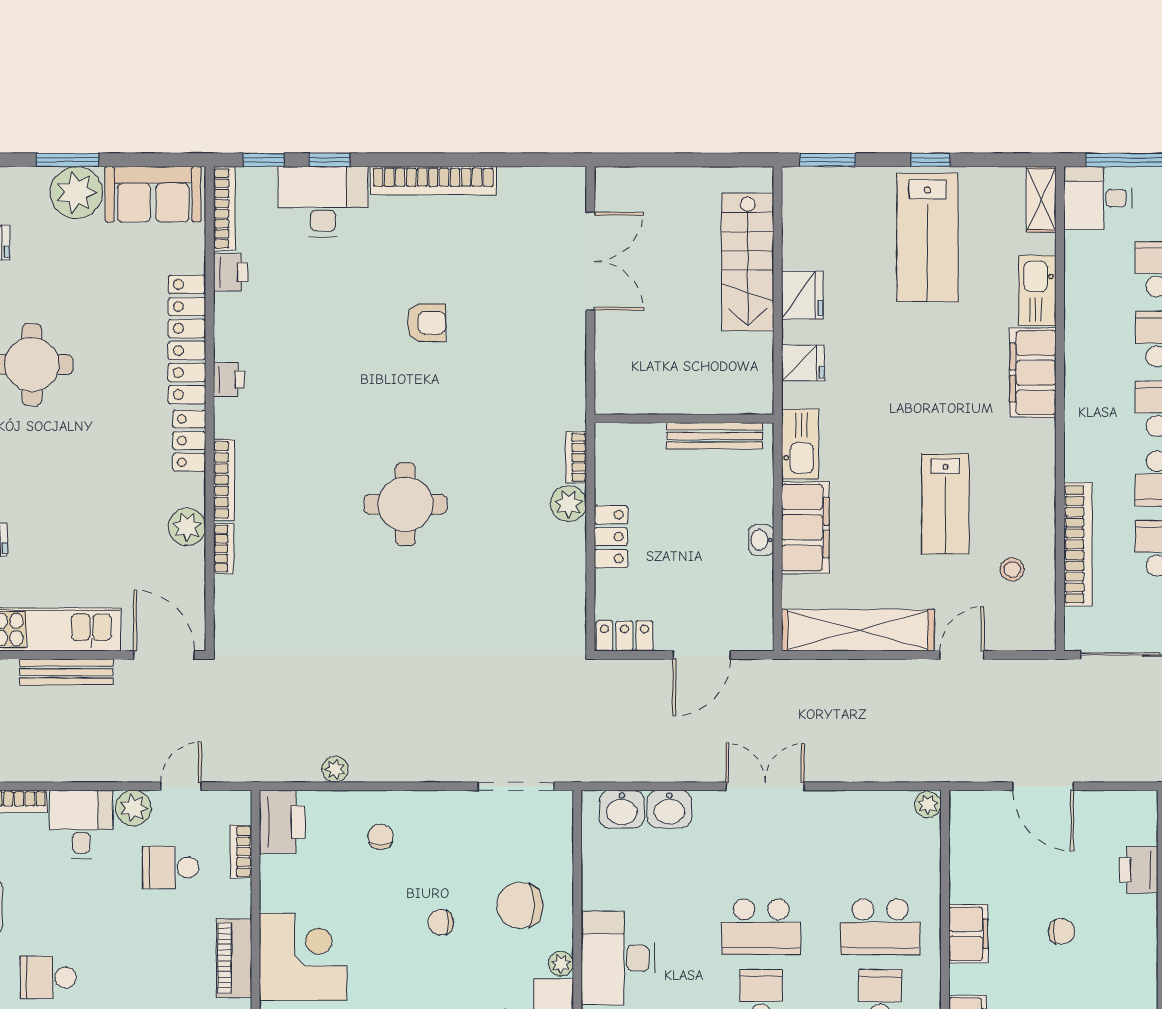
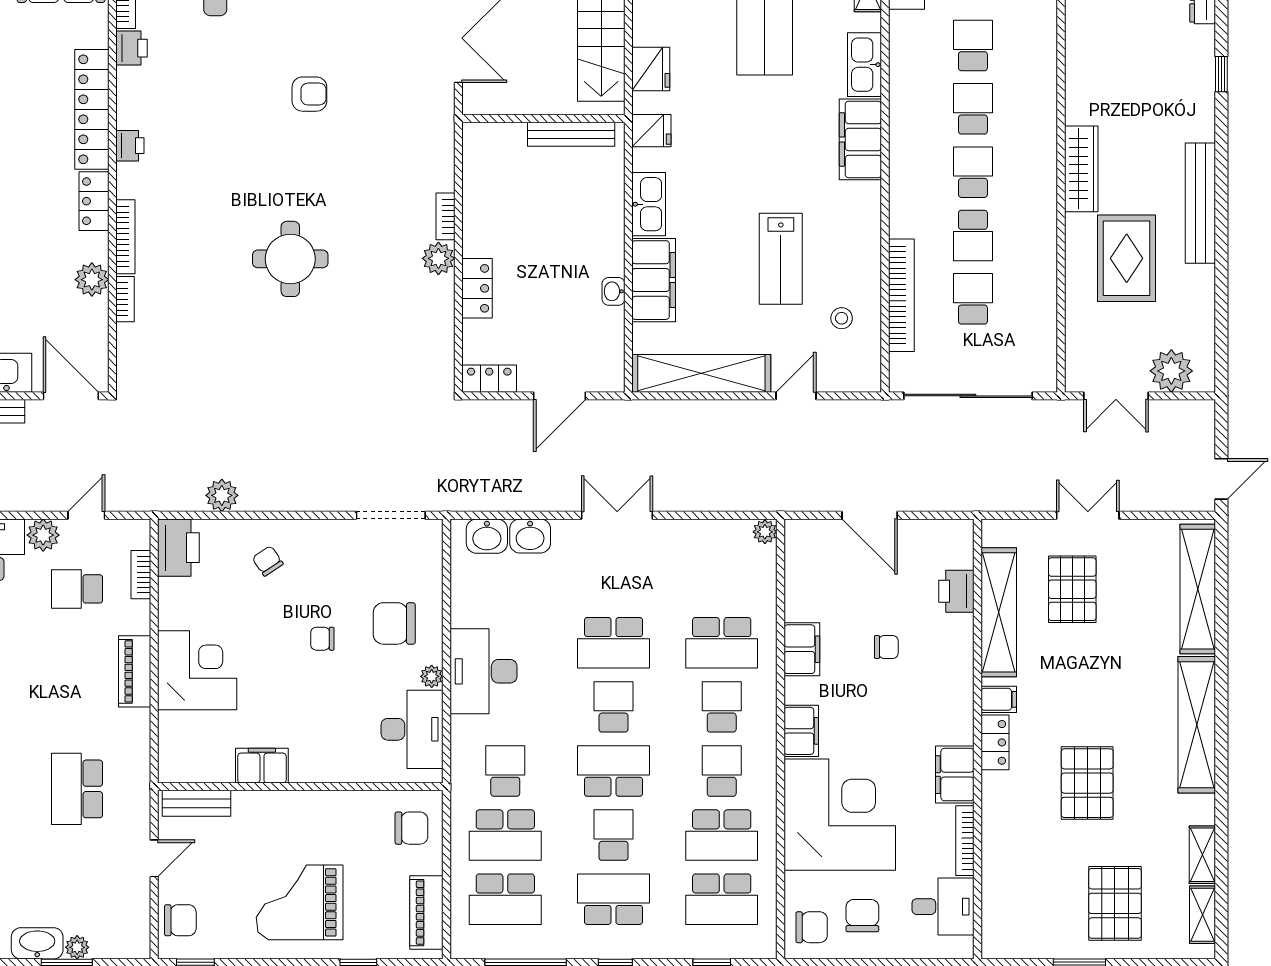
wall: (684, 419) -> (543, 118), moved
bench: (715, 436) -> (571, 134), moved
plant: (335, 769) -> (222, 495), width x1.38, depth x1.38
chair: (381, 837) -> (268, 561), turned -34

